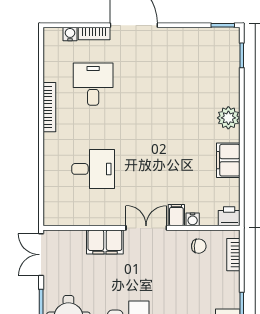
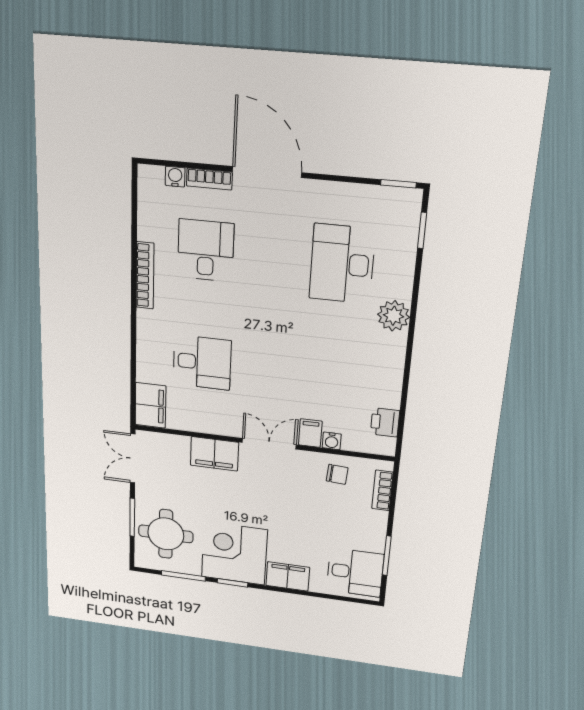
desk: (190, 84) -> (342, 264), added
filing cabinet: (228, 160) -> (150, 405), moved, turned 180
printer: (229, 216) -> (385, 422), moved, turned -90

